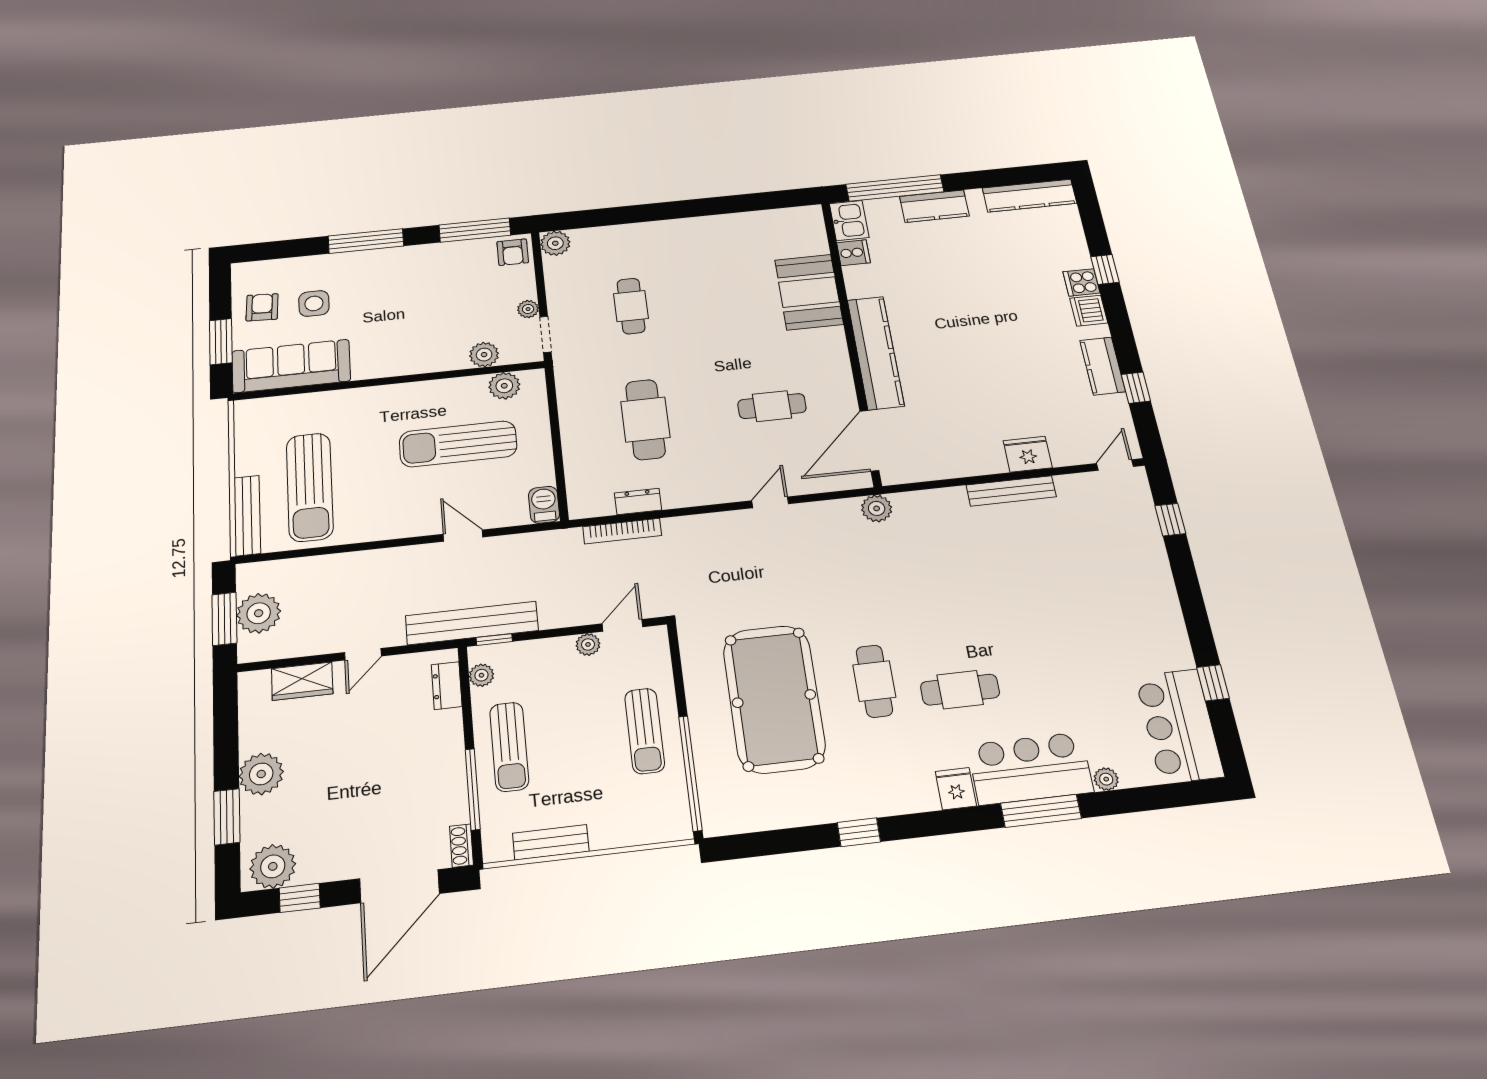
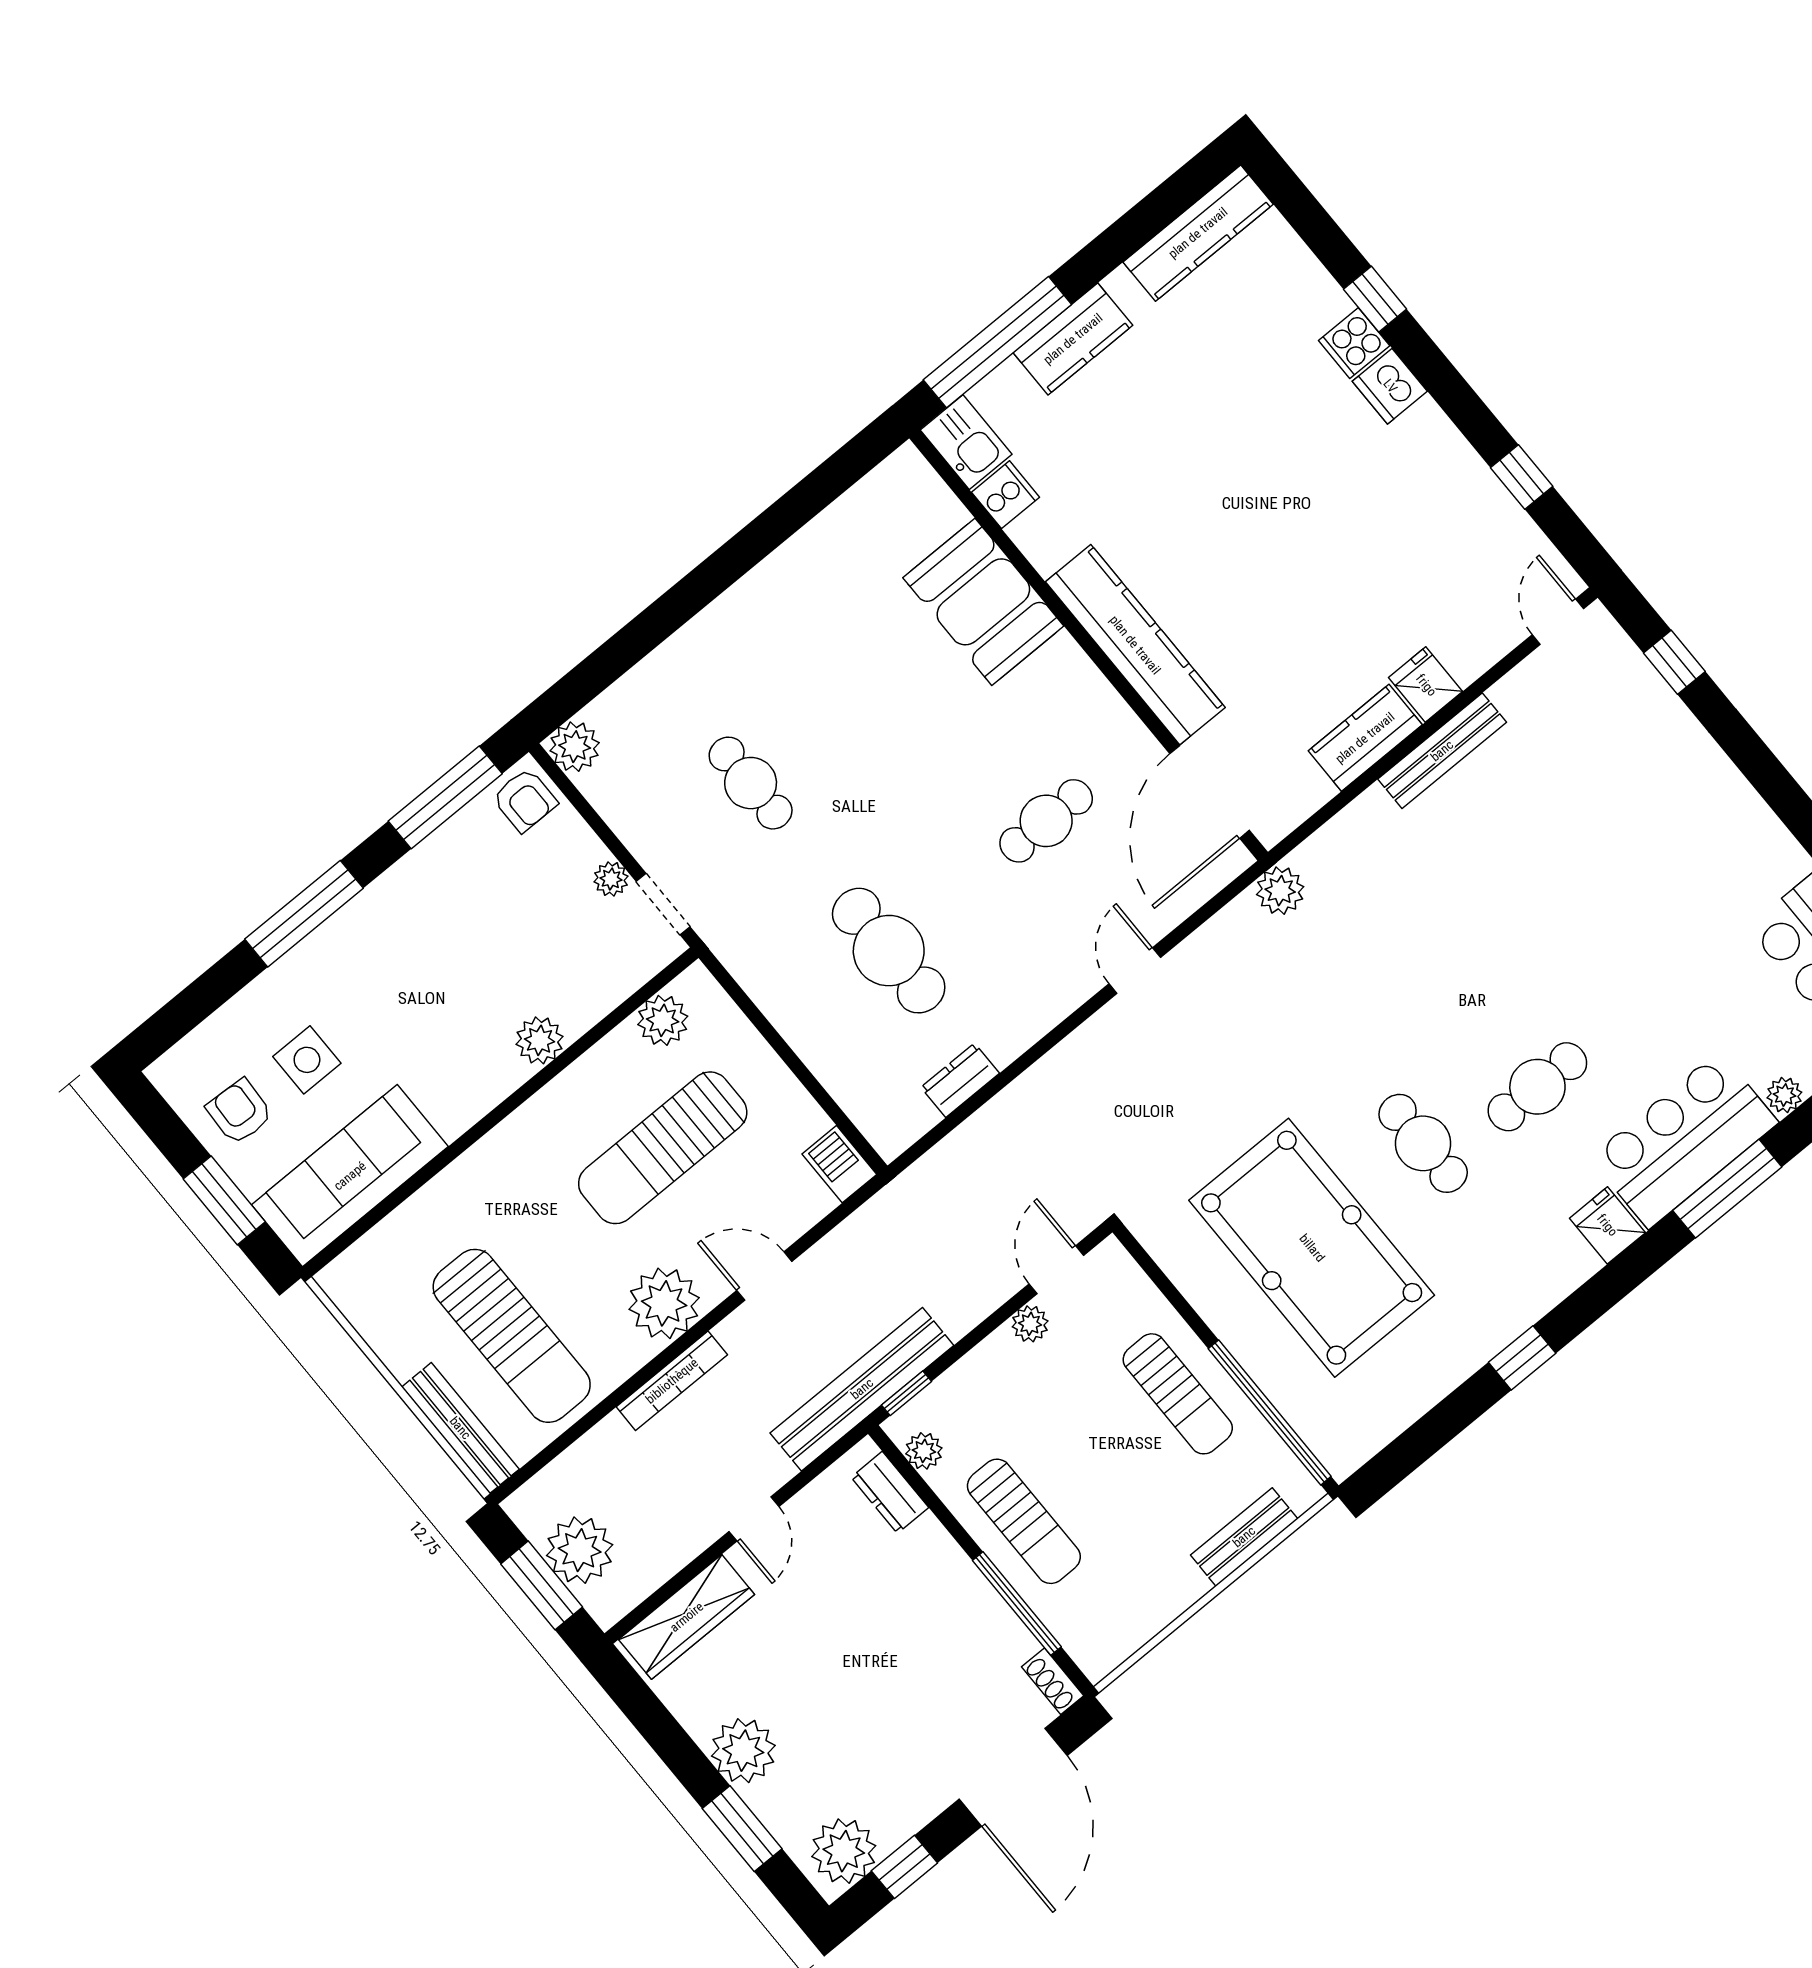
plant: (484, 355) -> (540, 1040), moved
kitchen counter: (1103, 366) -> (1365, 738), moved, turned 90
fridge: (1028, 454) -> (1426, 685), width x0.72
plant: (400, 518) -> (664, 1303), added
bookcase: (622, 531) -> (672, 1381), moved
wardrobe: (302, 681) -> (687, 1617), width x1.50
bench: (551, 842) -> (1244, 1537), moved

